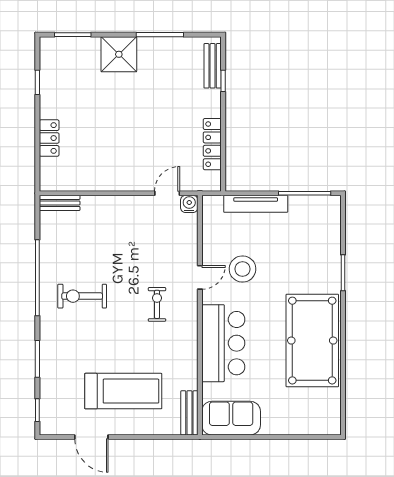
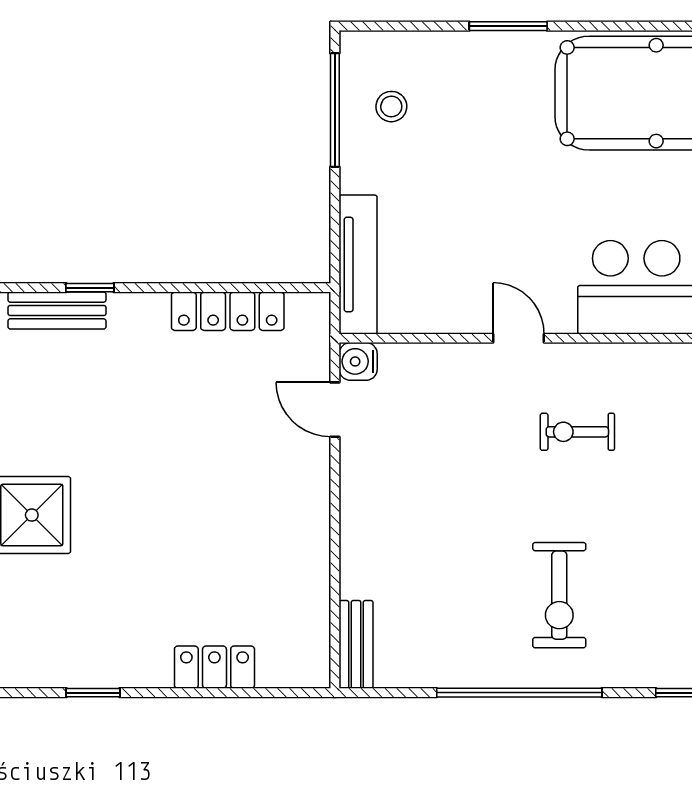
tv unit: (256, 204) -> (358, 264), moved
stool: (243, 269) -> (391, 107), moved, width x0.53, depth x0.53

